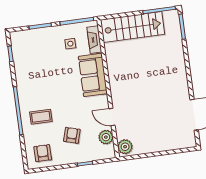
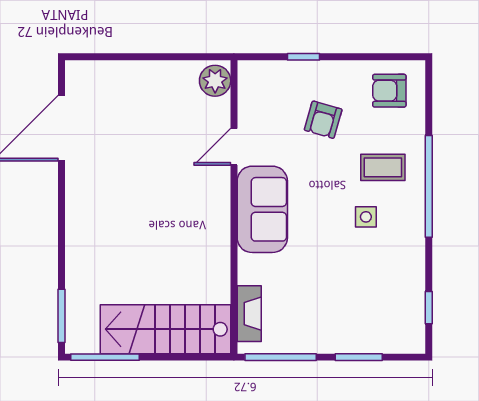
side table: (70, 44) -> (366, 217), moved
sofa: (93, 75) -> (262, 209), moved
door: (112, 117) -> (234, 147), swing flipped
plant: (106, 137) -> (252, 106), removed
armchair: (43, 153) -> (389, 91), turned 90

